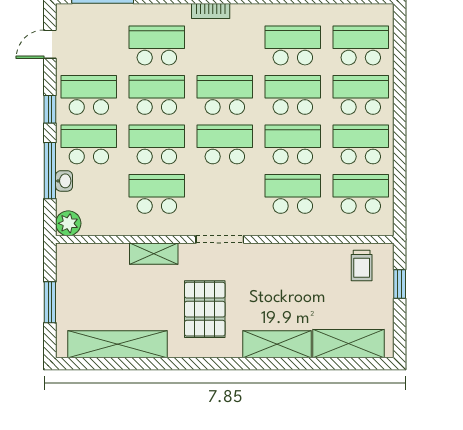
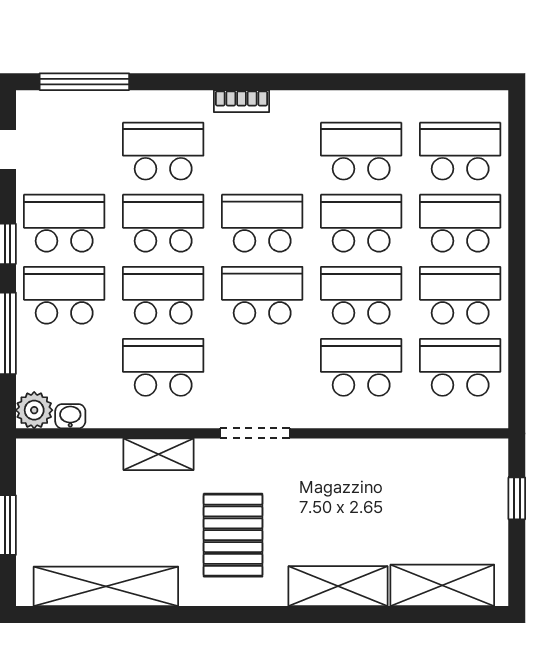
washbasin: (64, 181) -> (70, 416), moved, turned -90
trolley: (362, 266) -> (461, 472), removed

